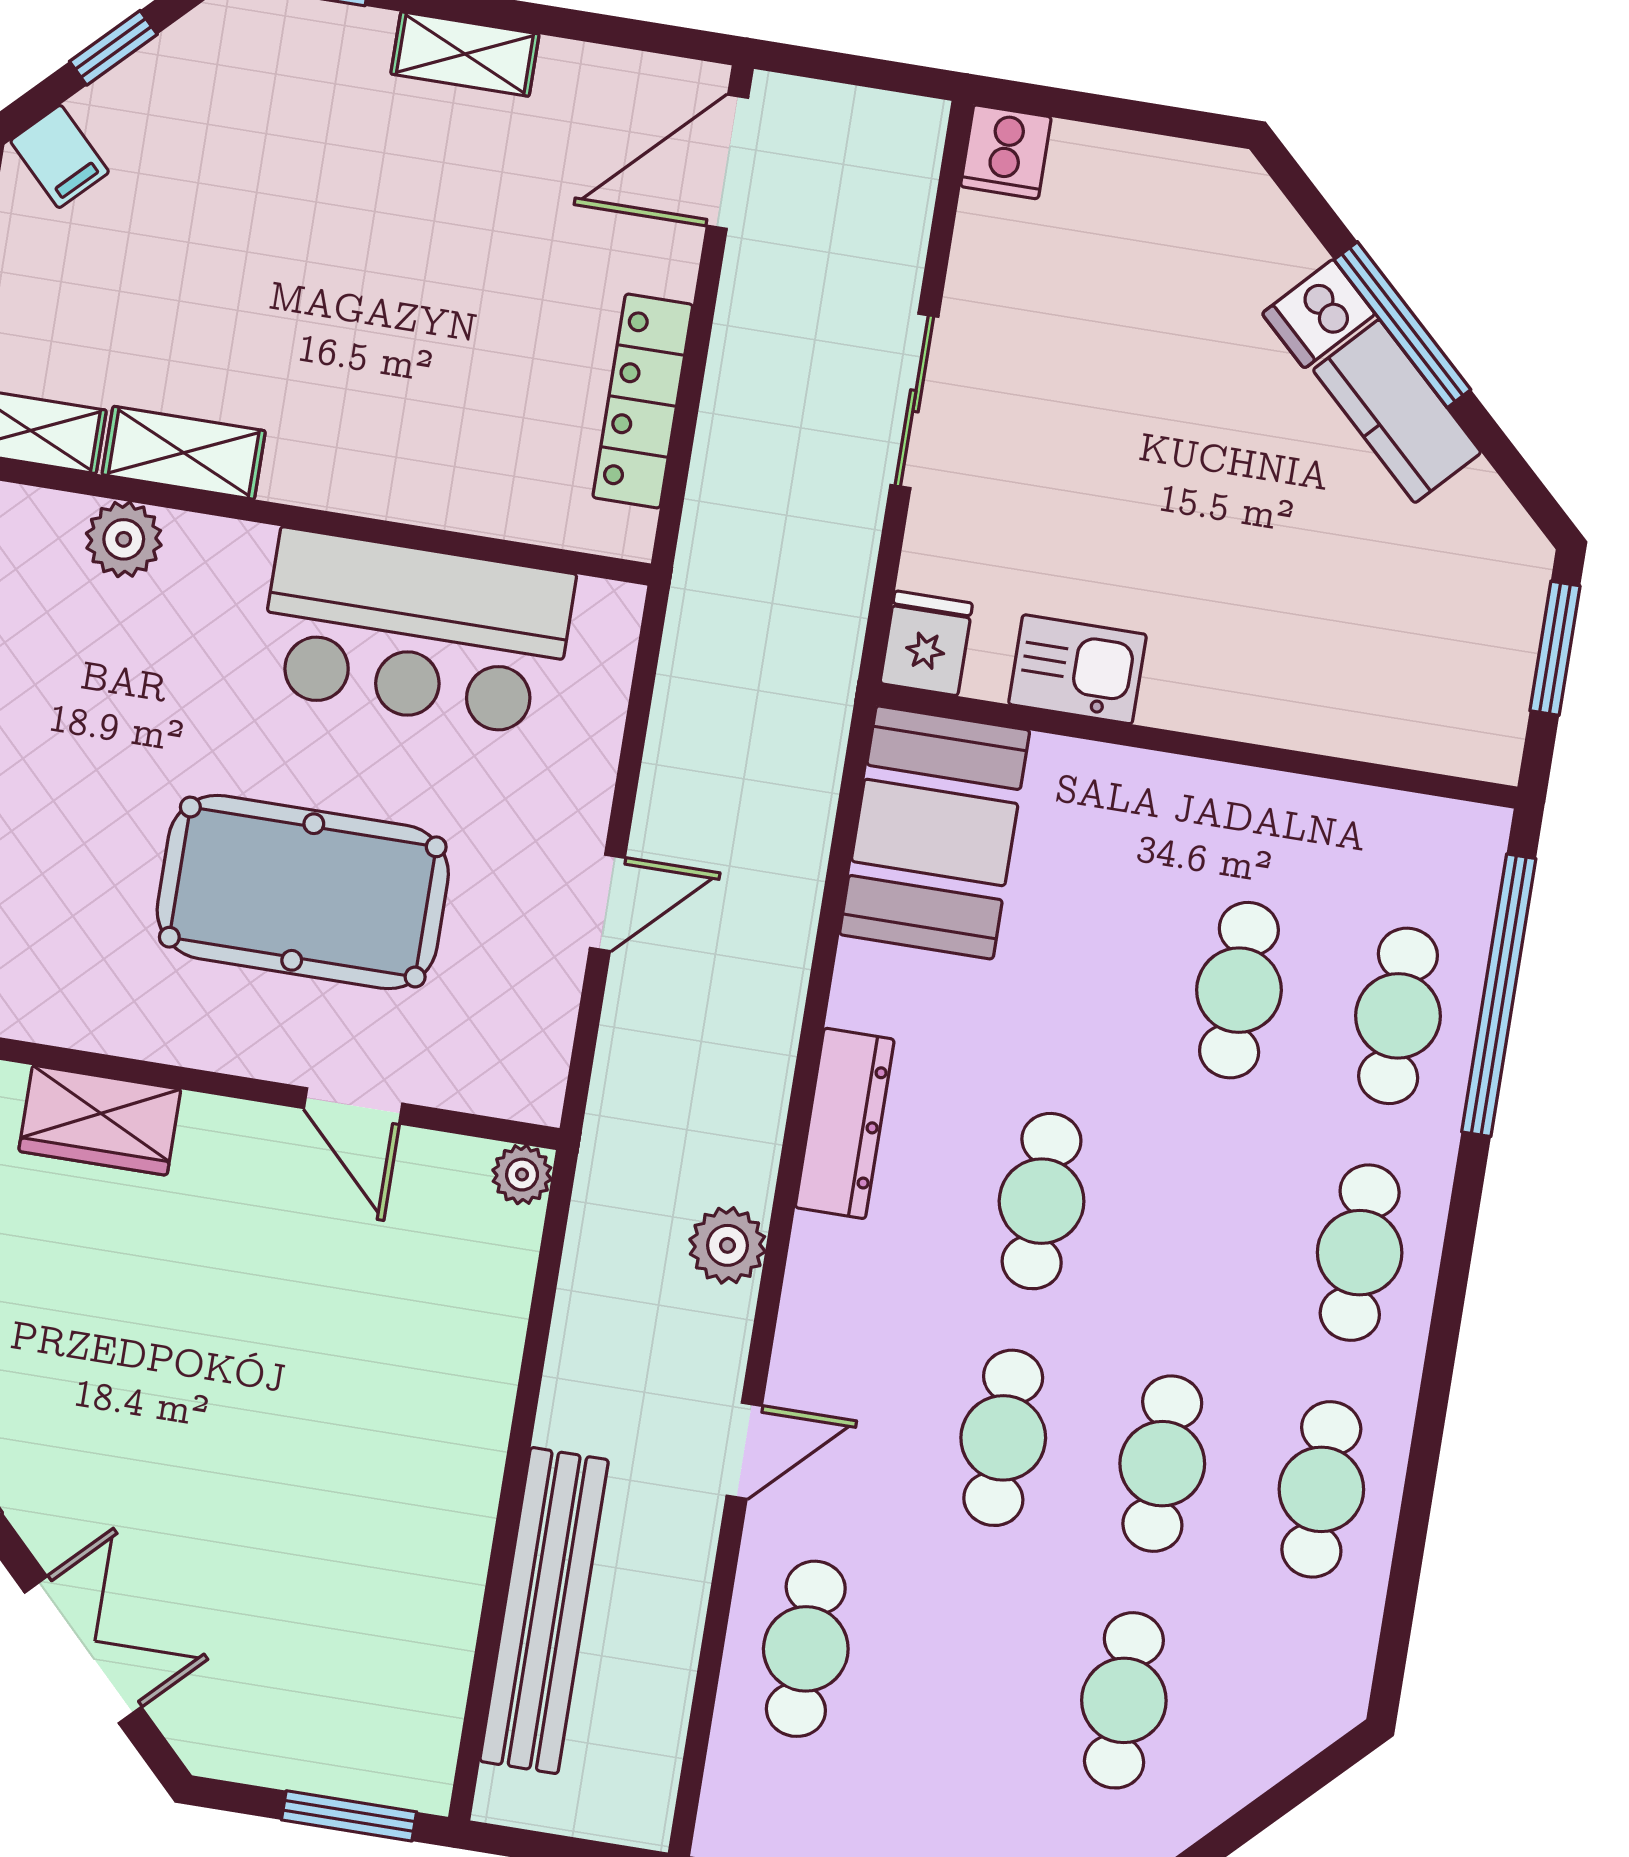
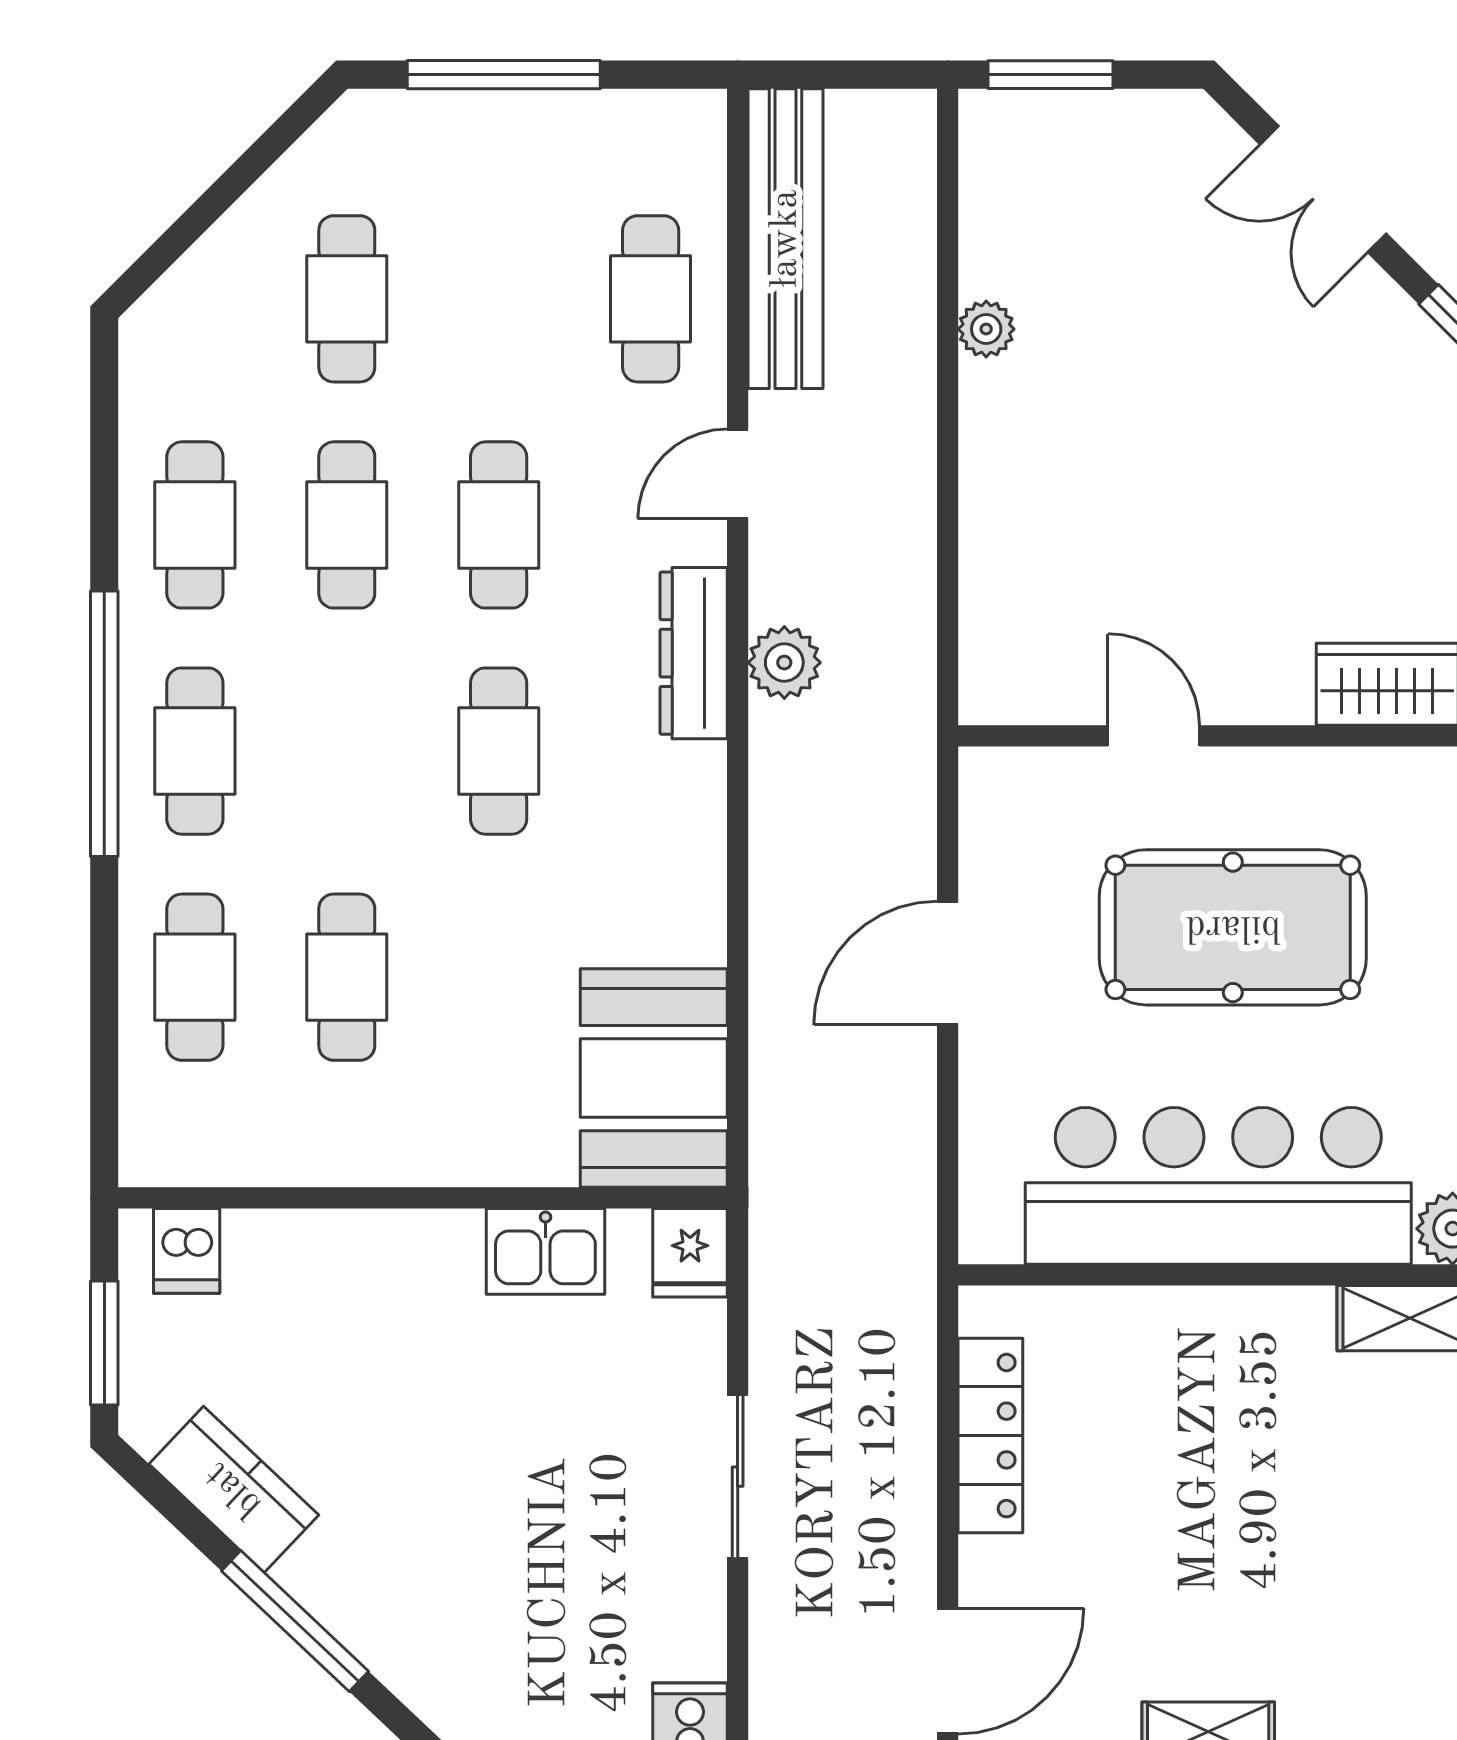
dishwasher: (1319, 314) -> (187, 1251), moved, turned 137
kitchen counter: (1397, 411) -> (234, 1489), moved
bar counter: (416, 632) -> (1218, 1186), width x1.36
door: (607, 903) -> (948, 963), width x1.38
window: (1499, 995) -> (104, 724), moved
dresser: (845, 1123) -> (694, 653), moved
plant: (522, 1175) -> (986, 329), moved
bench: (544, 1611) -> (786, 239), moved

